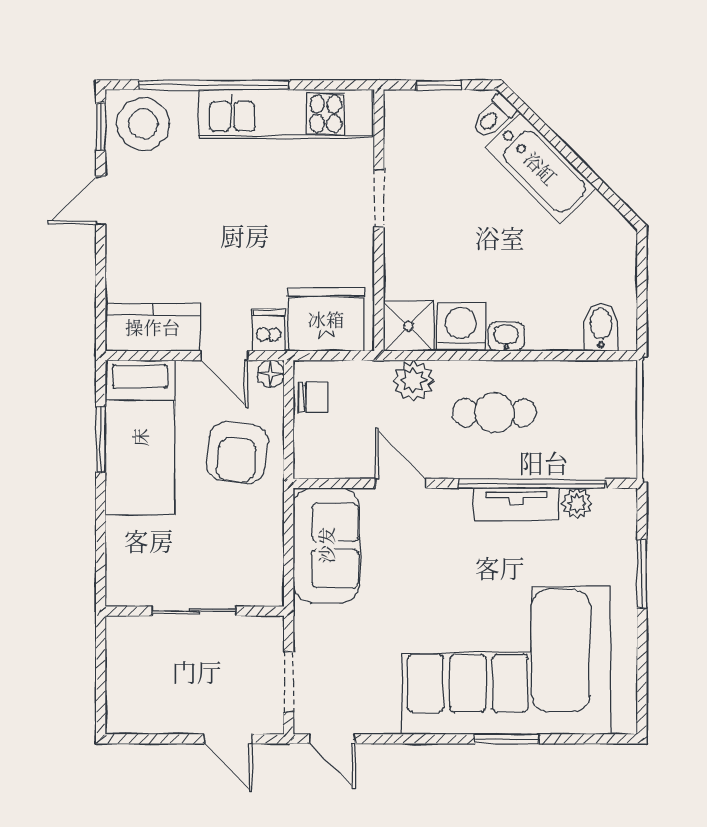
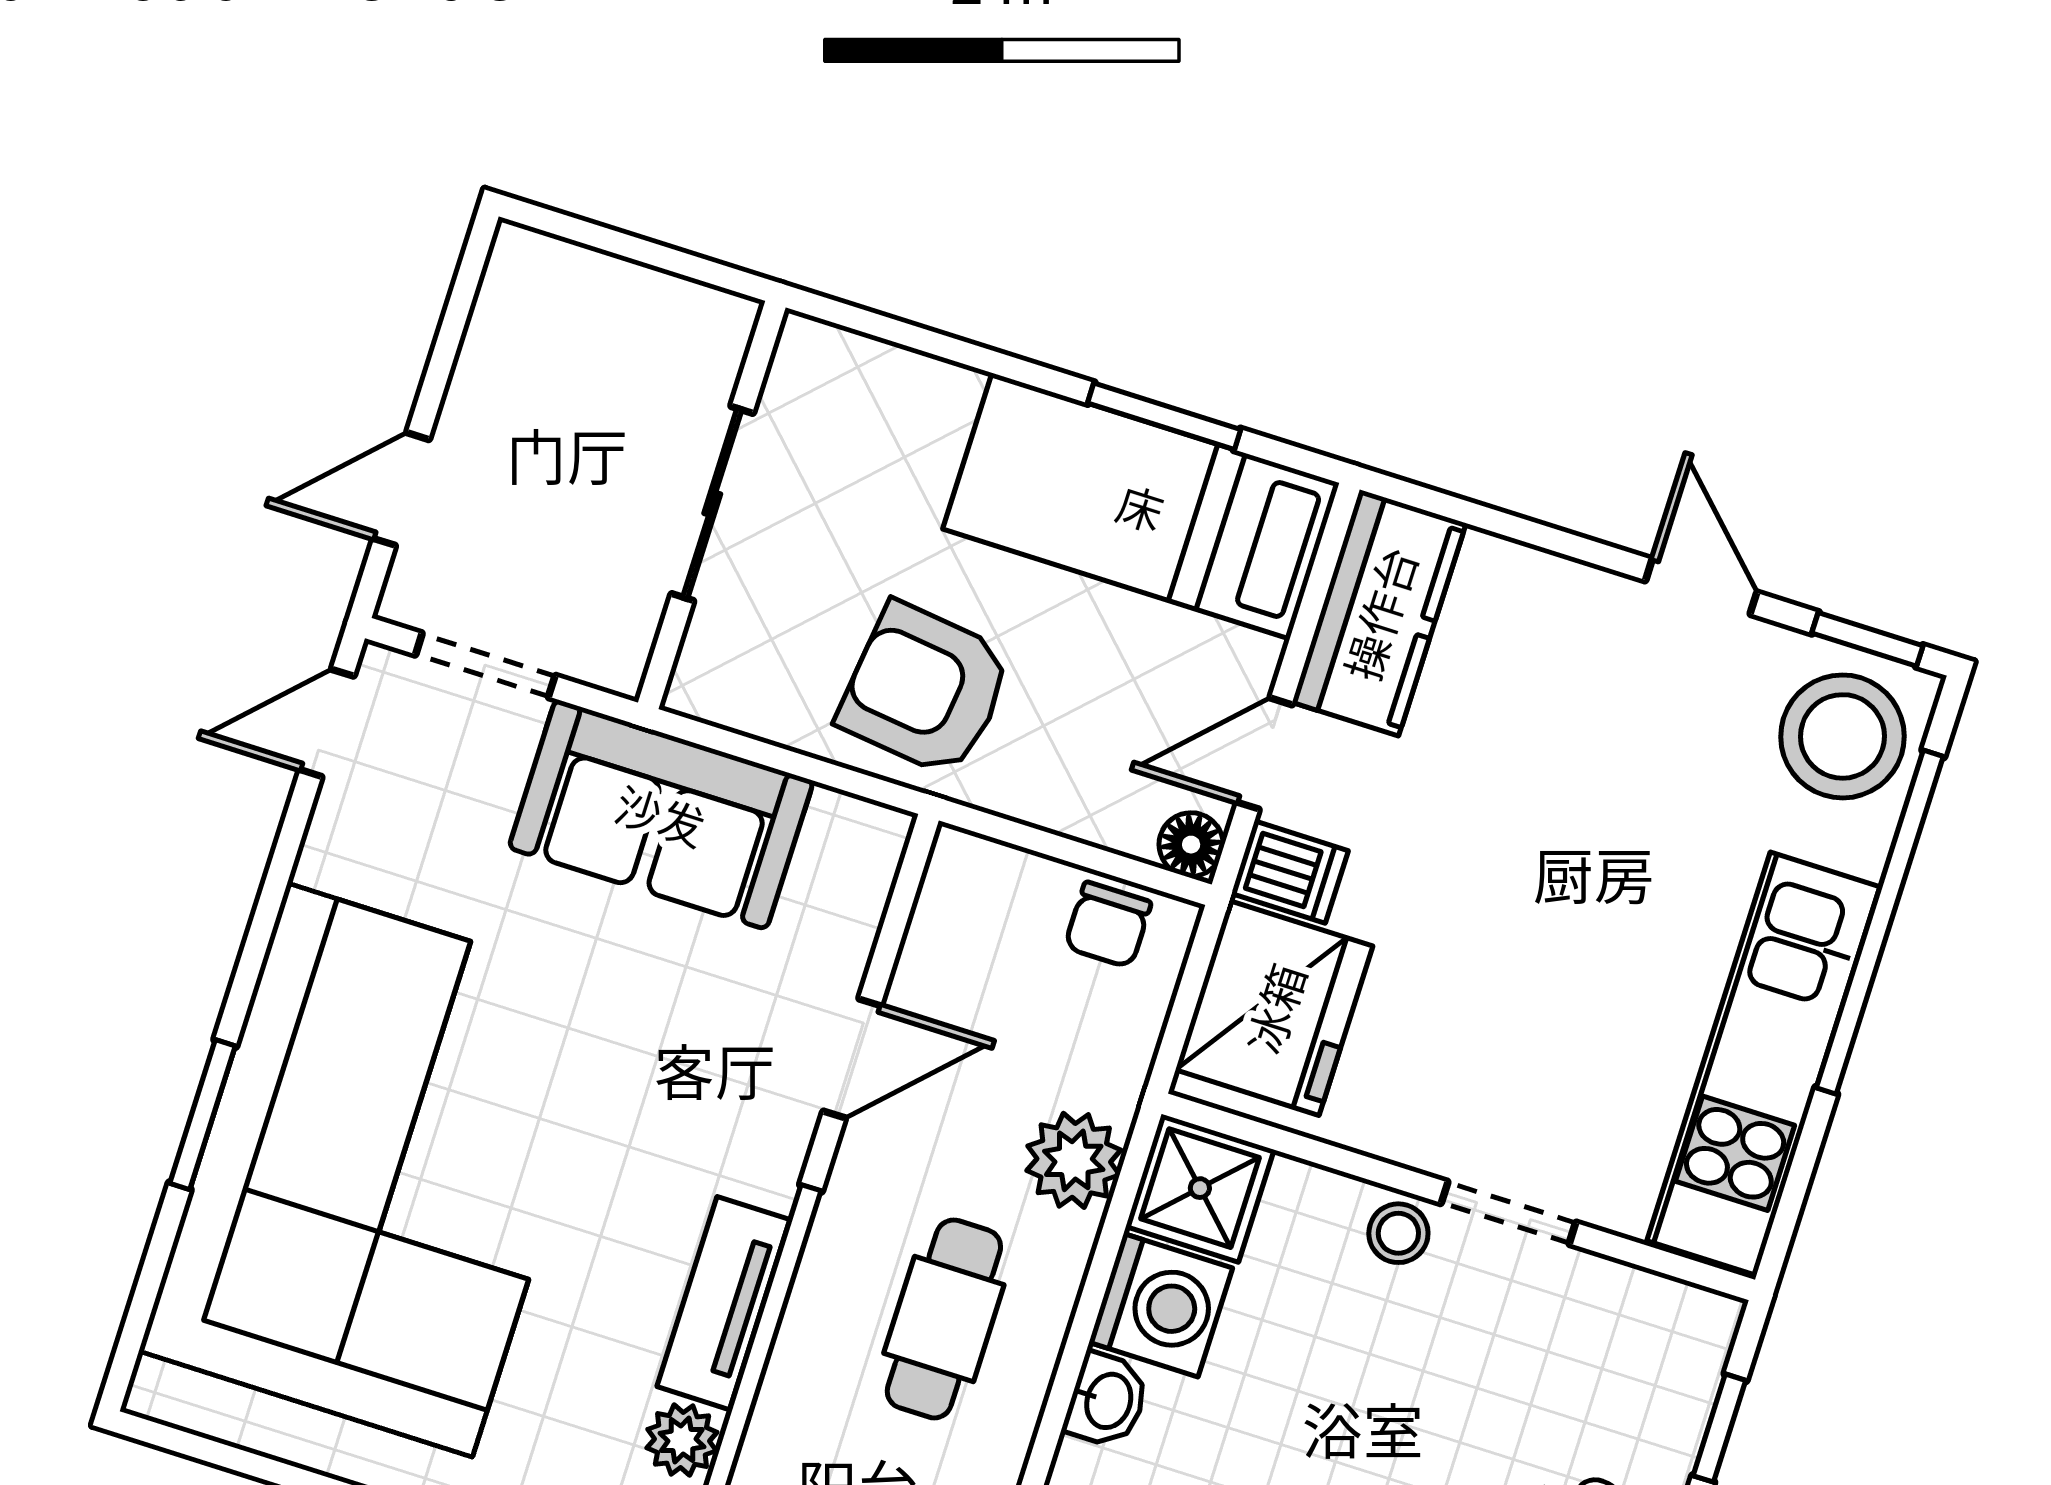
stool: (401, 240) -> (1398, 1233), added
armchair: (237, 453) -> (925, 689), moved
sofa: (326, 545) -> (661, 814), moved

